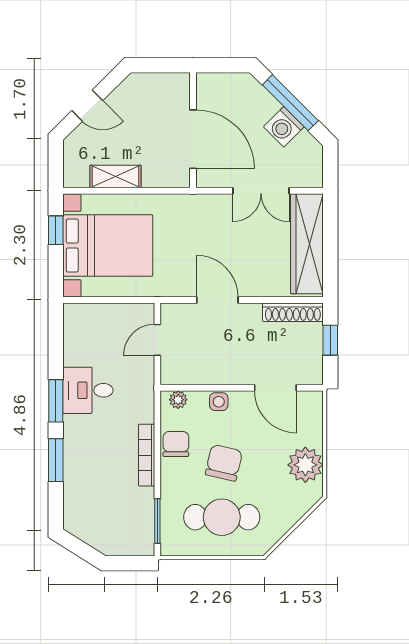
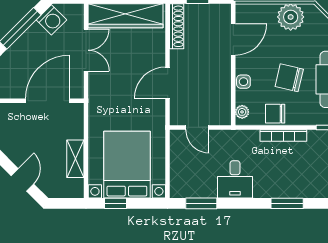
washing machine: (284, 127) -> (51, 20), moved
window: (56, 401) -> (201, 203), moved

